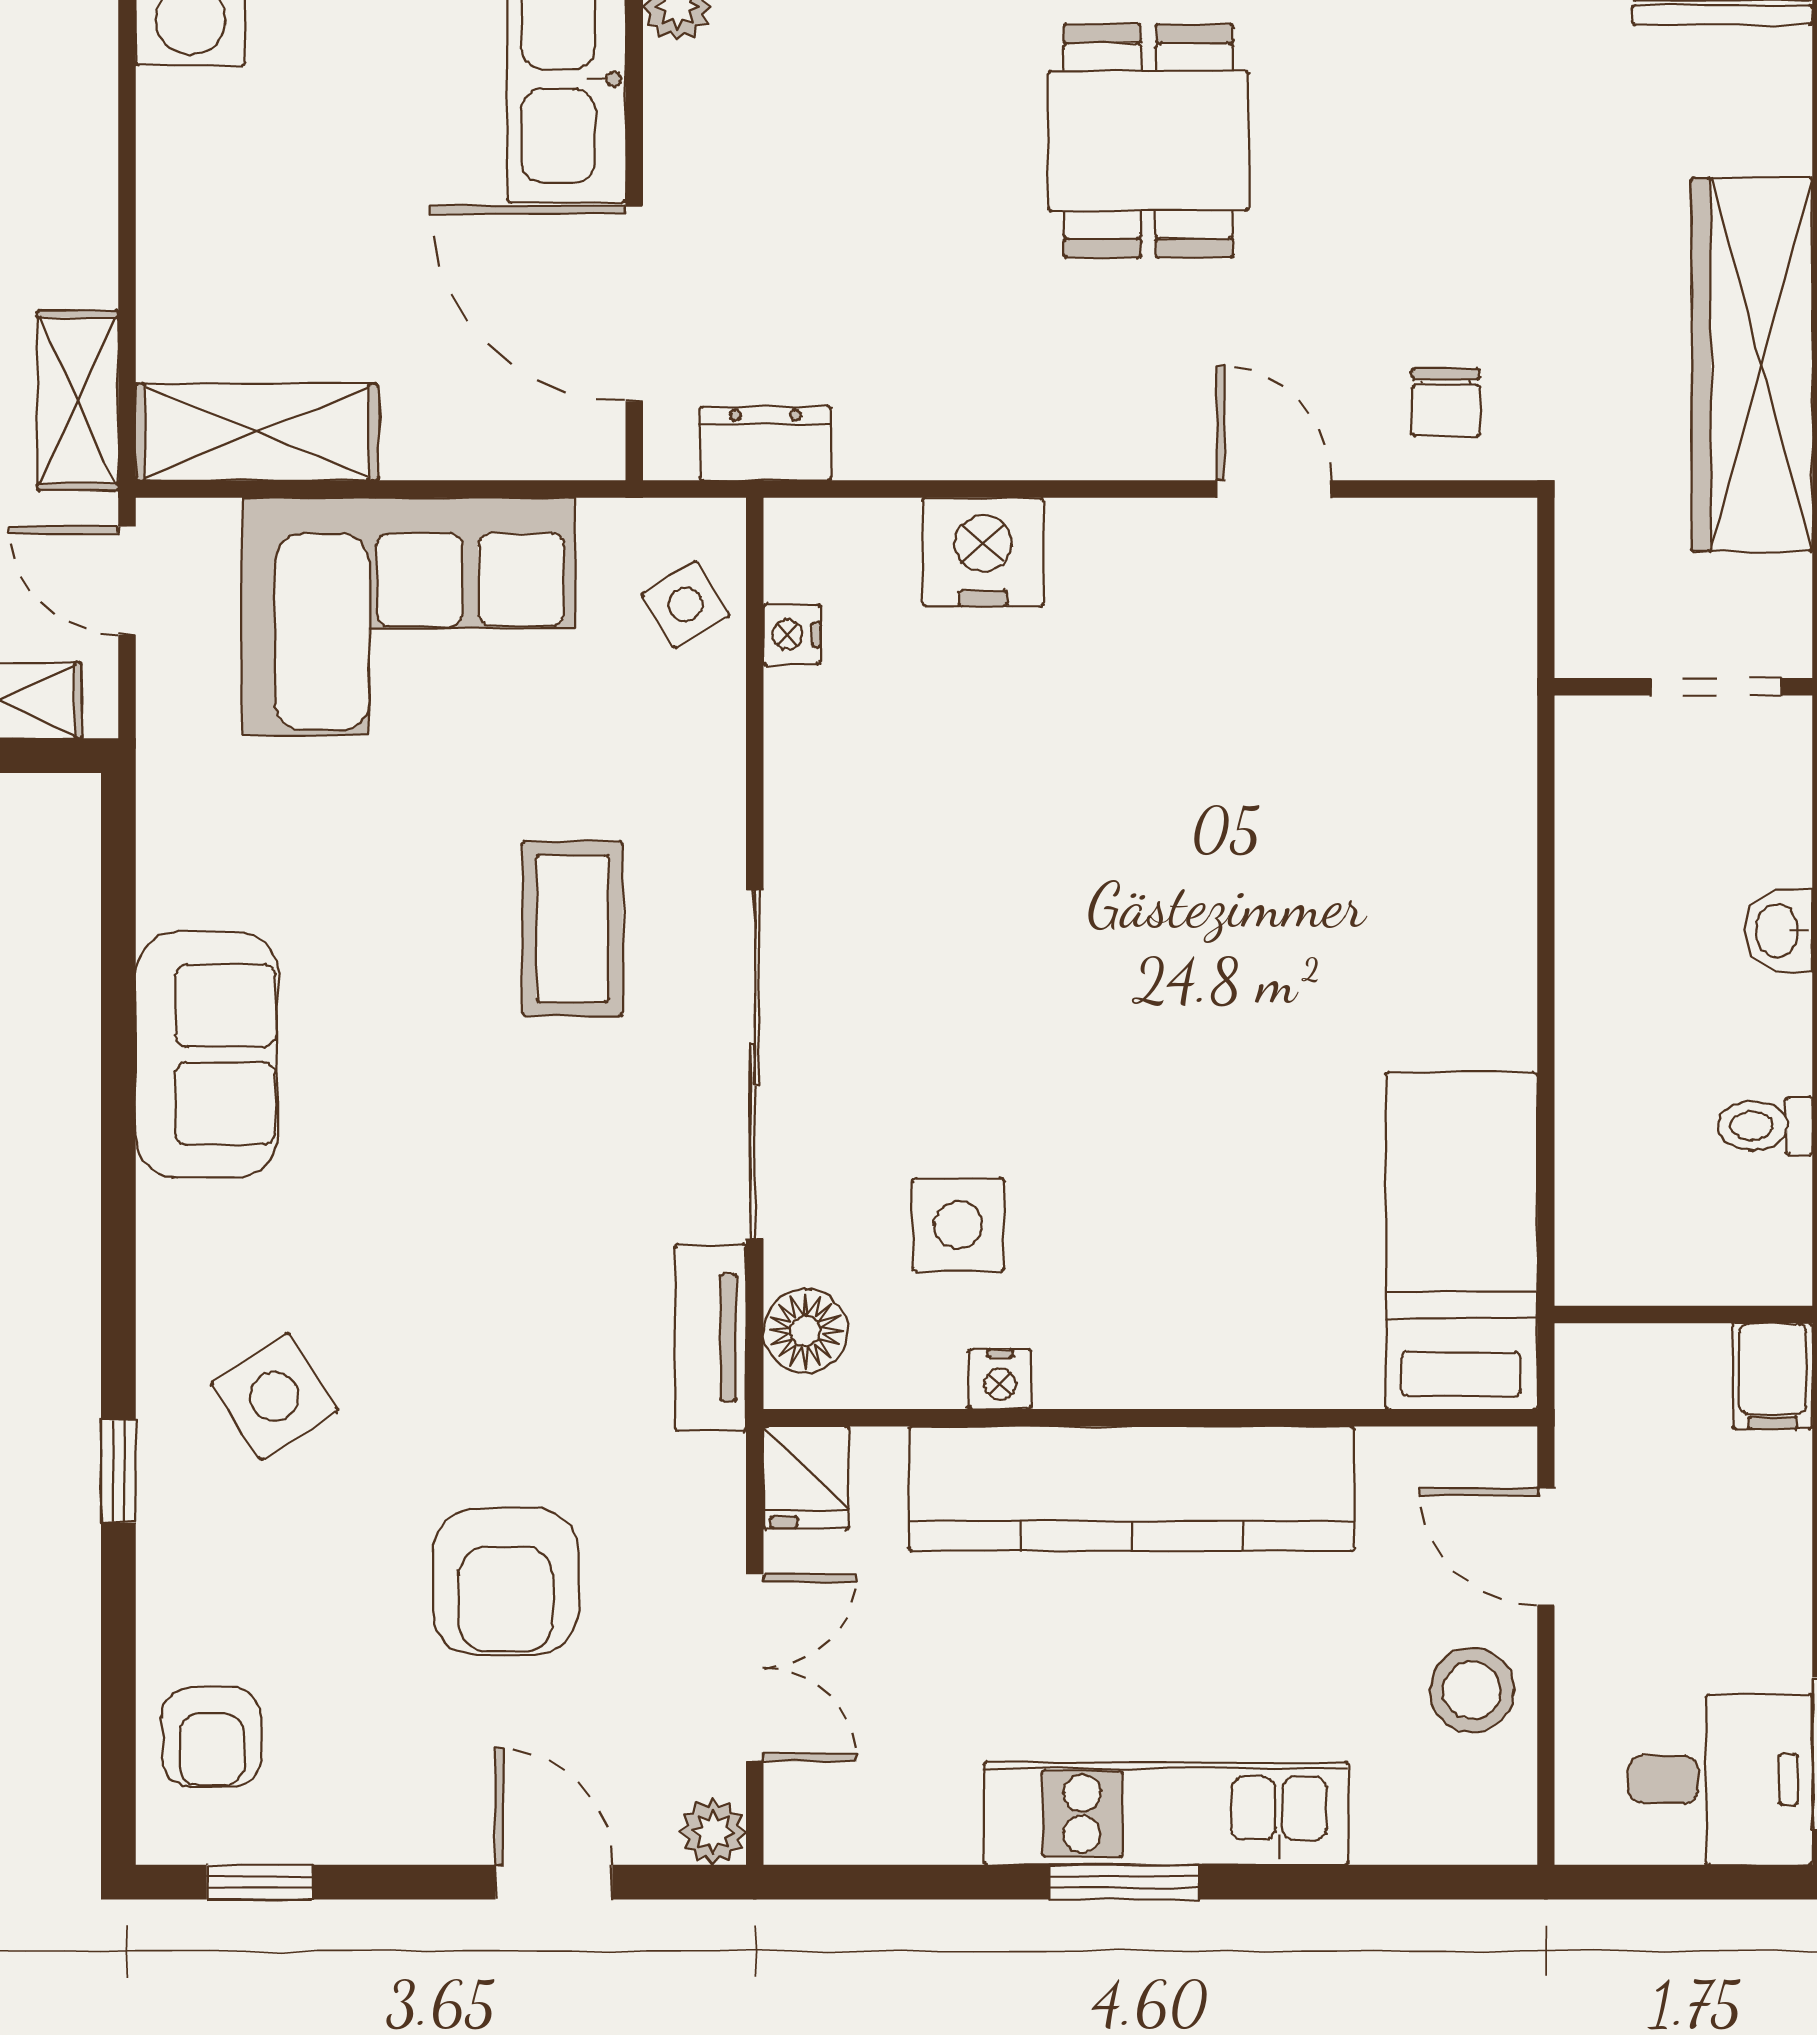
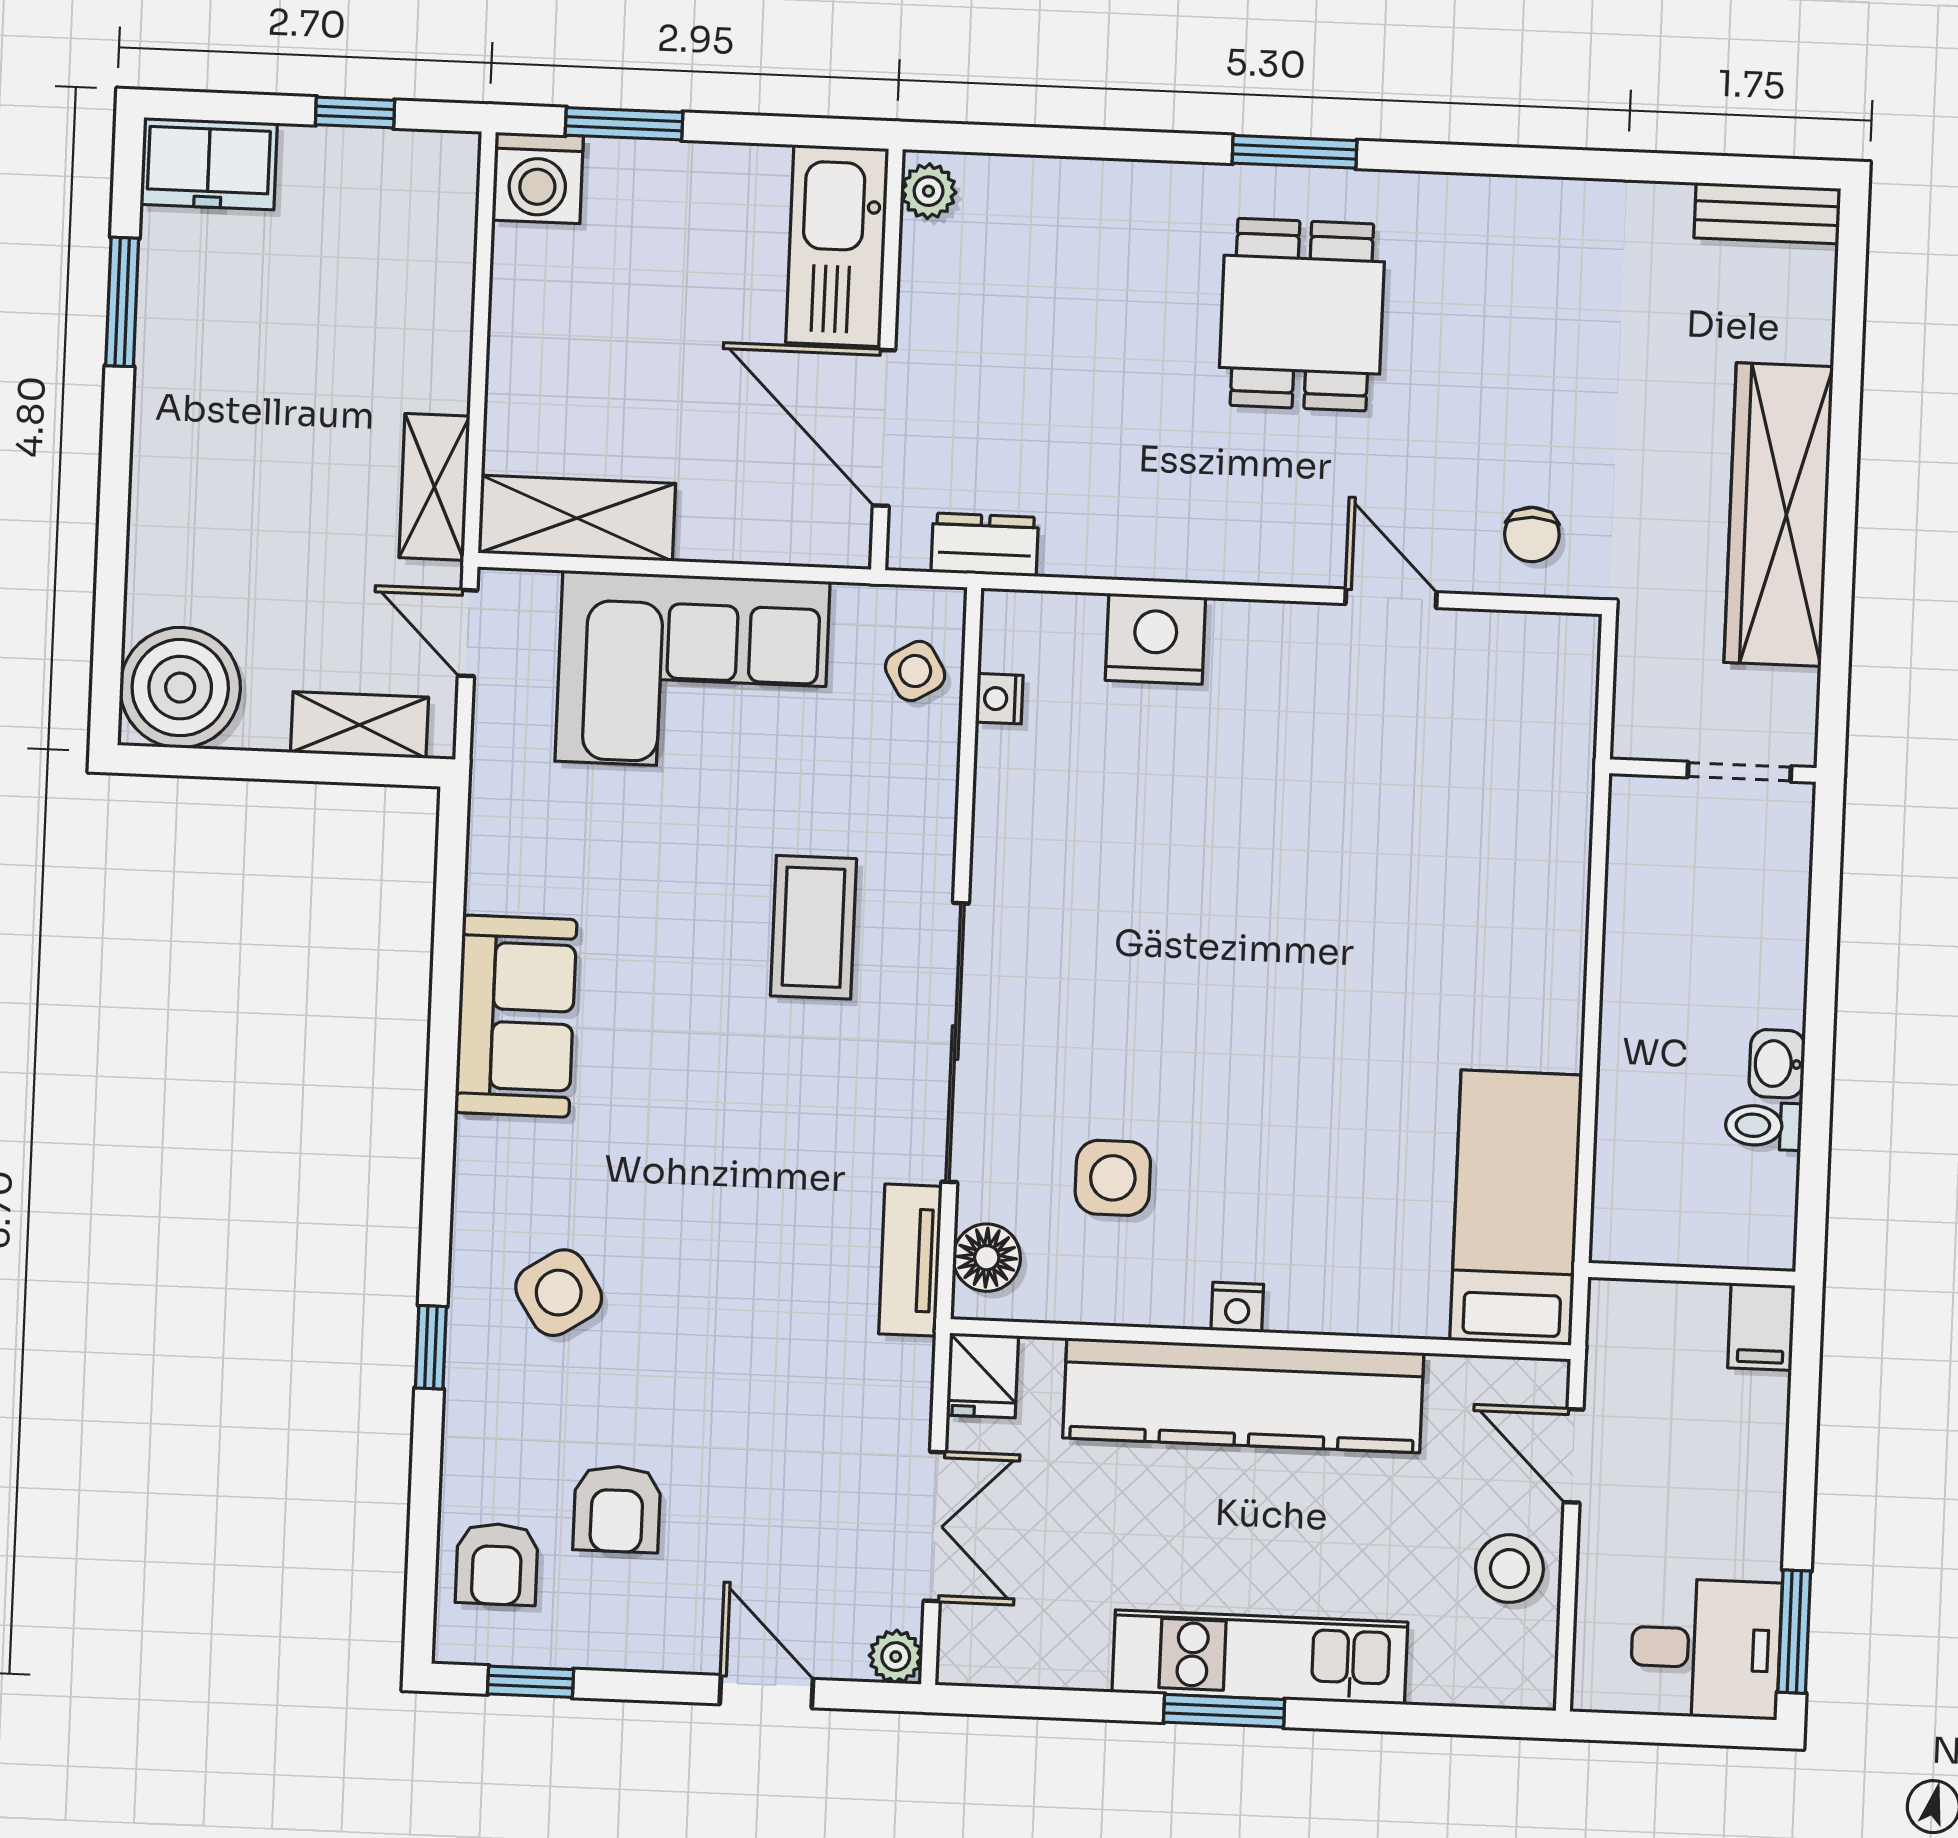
washbasin: (1779, 931) -> (1777, 1064), moved
nightstand: (1000, 1379) -> (1237, 1307), moved
armchair: (505, 1582) -> (617, 1509), moved, width x0.72, depth x0.72

